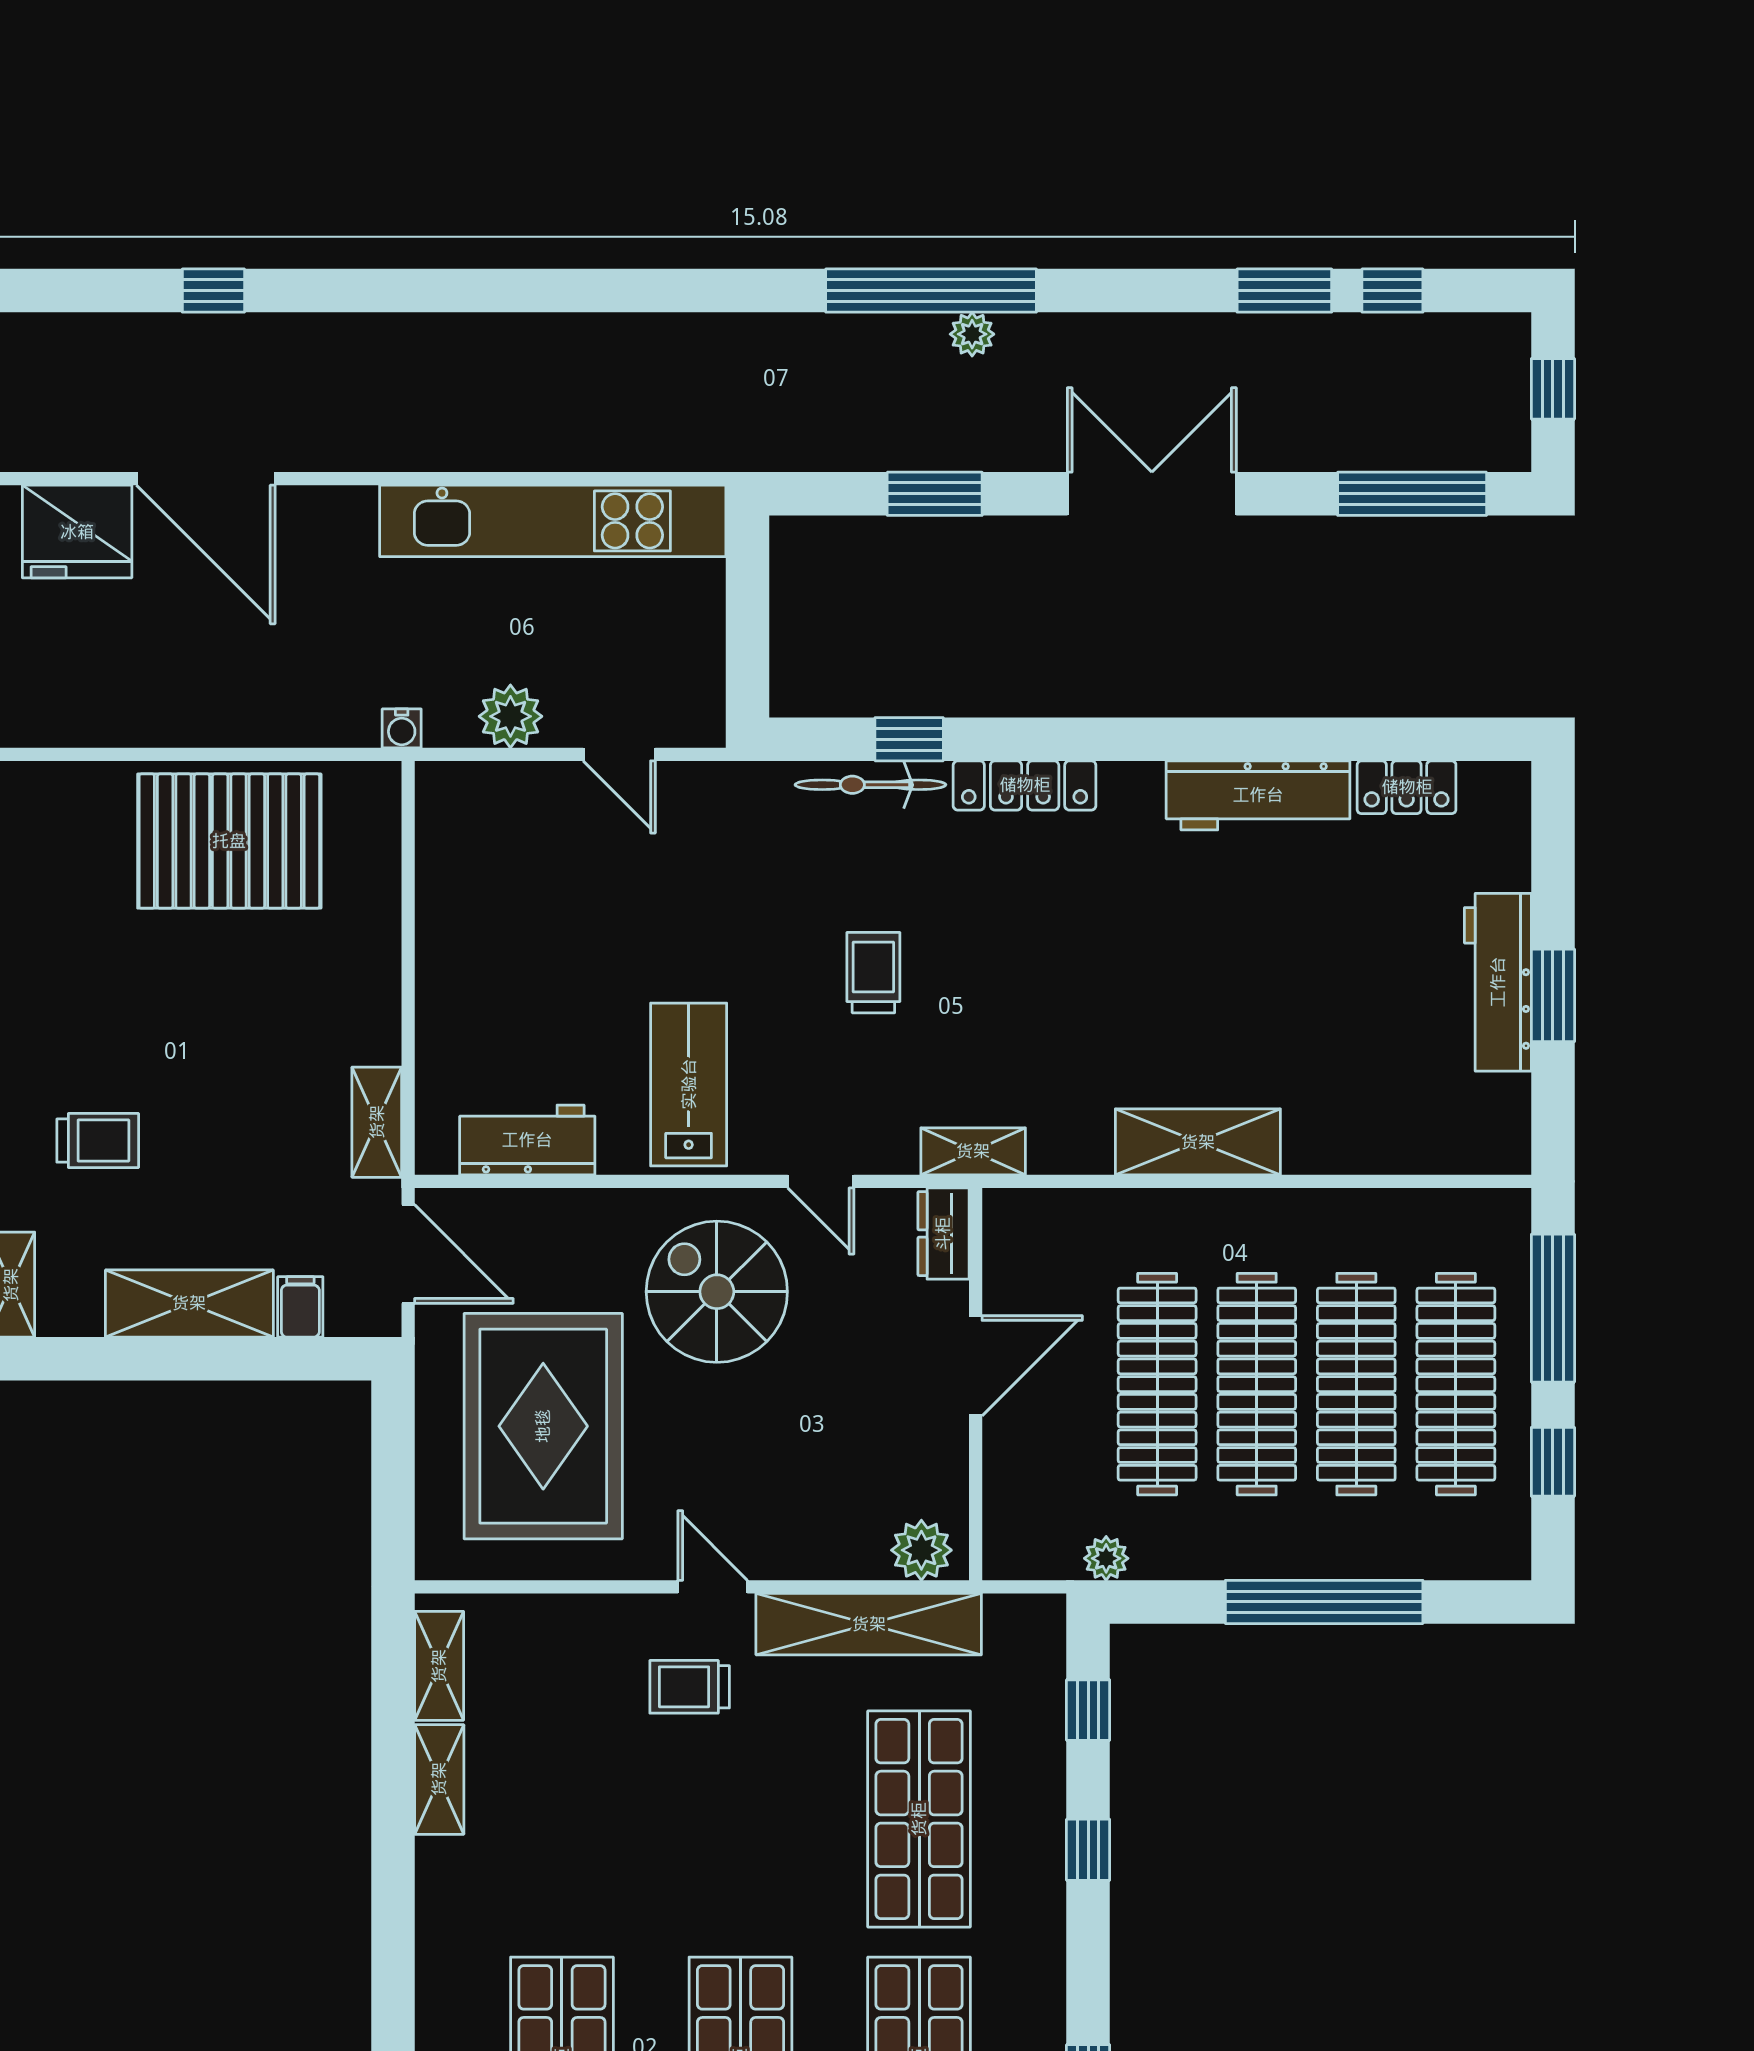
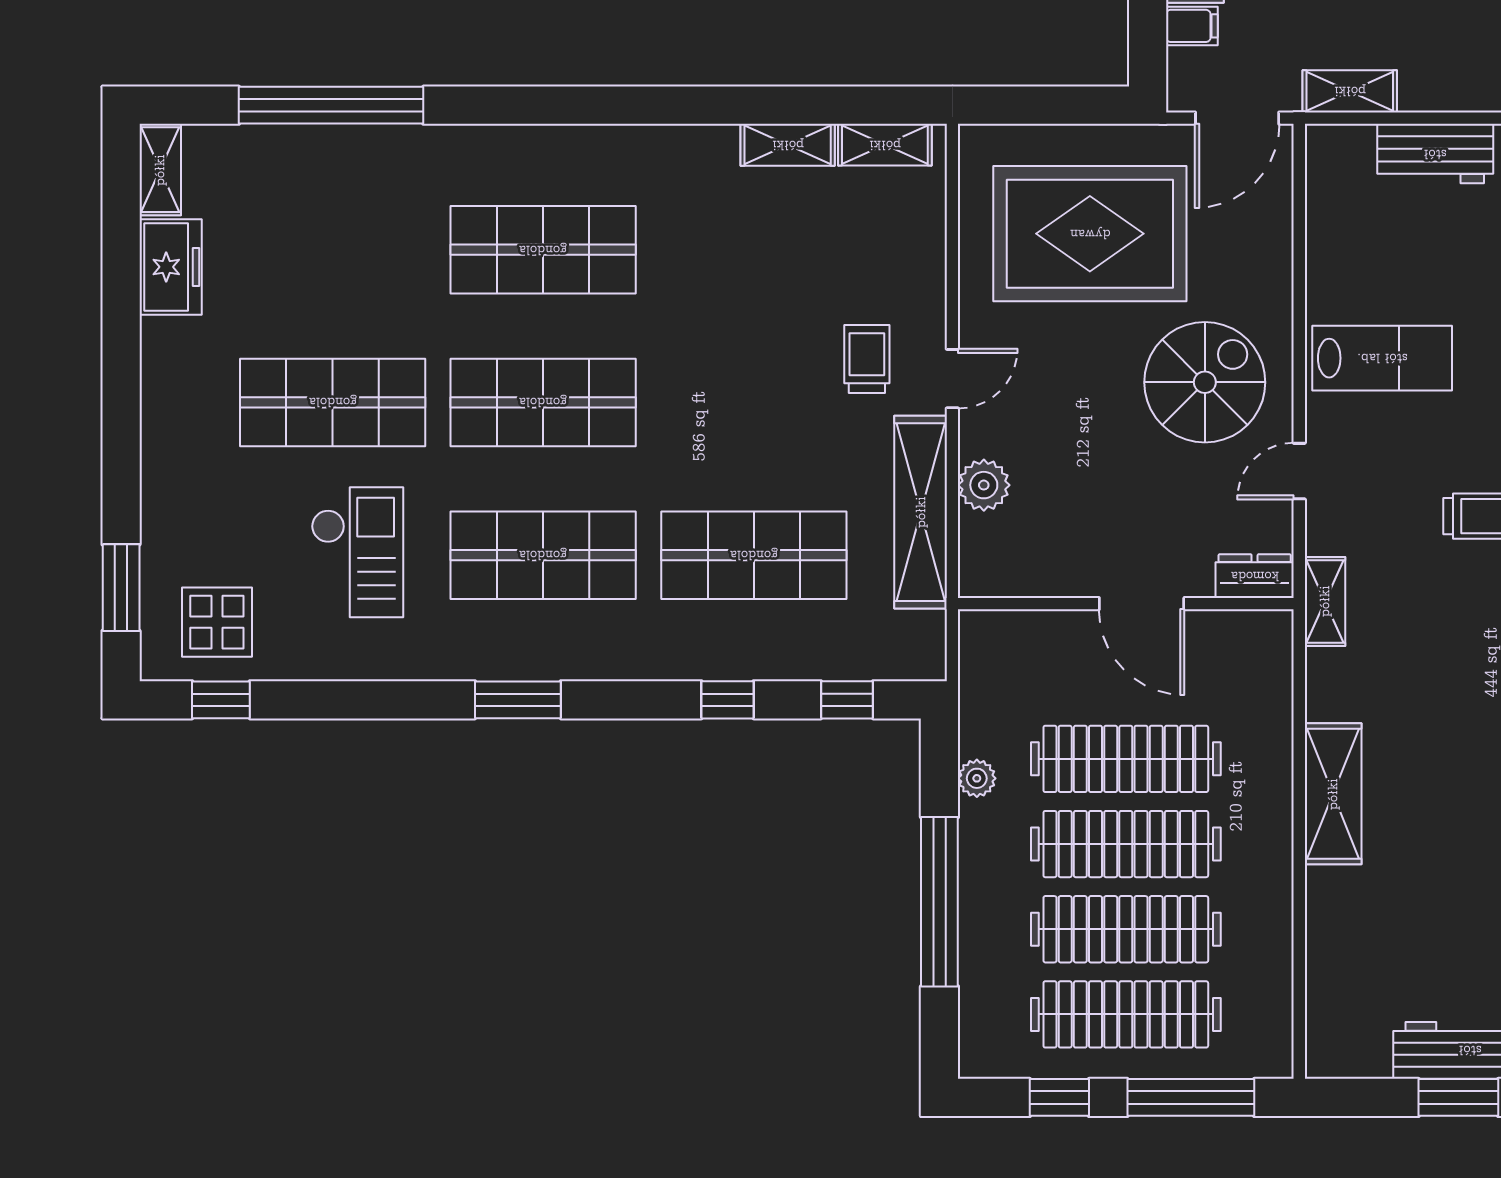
workbench: (527, 1140) -> (1435, 154), moved, turned 90
plant: (921, 1550) -> (984, 485), moved
plant: (1106, 1558) -> (977, 778), moved

